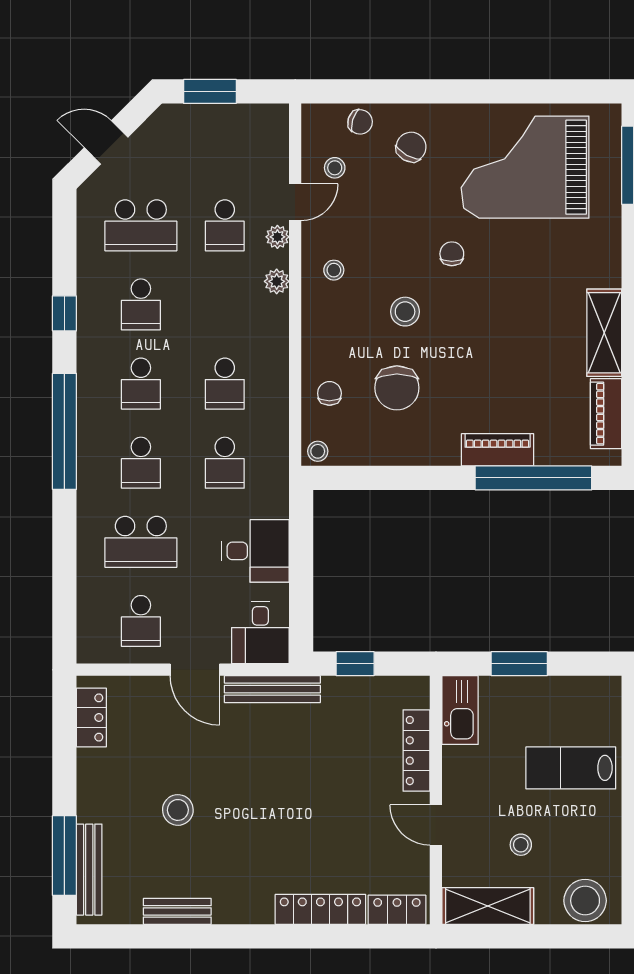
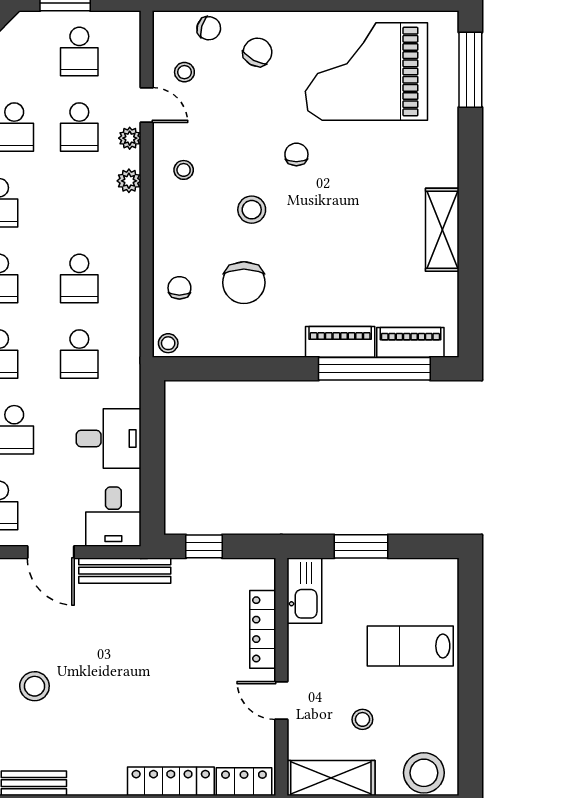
school desk: (225, 146) -> (79, 51), added
door: (295, 202) -> (147, 105), hinge flipped
piano: (606, 414) -> (410, 342), moved, turned 90

